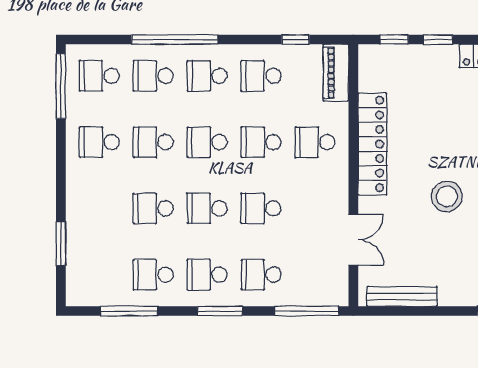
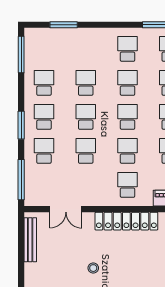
stool: (447, 196) -> (93, 268), width x0.53, depth x0.53
window: (129, 311) -> (21, 54), moved

